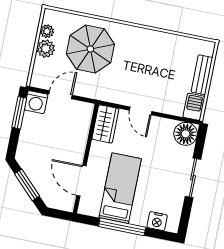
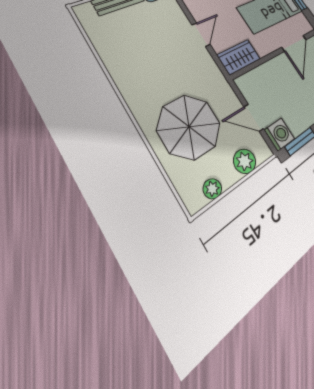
plant: (46, 49) -> (245, 161), moved

